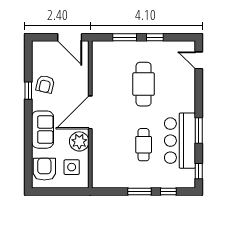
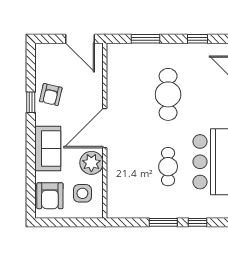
window: (155, 37) -> (197, 39), moved
armchair: (44, 169) -> (50, 196), turned 180

